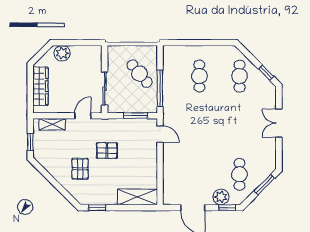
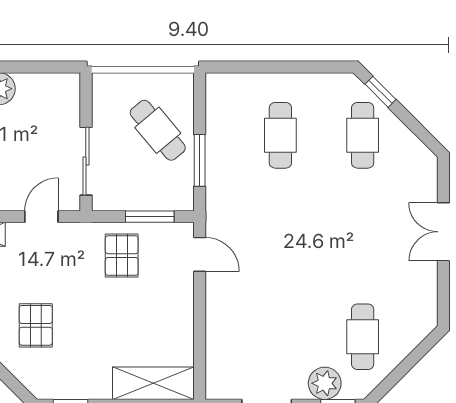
window: (266, 73) -> (380, 92), moved
window: (160, 88) -> (200, 160), width x0.69
pallet: (107, 151) -> (122, 256), moved, turned 90
window: (264, 185) -> (413, 358), removed

